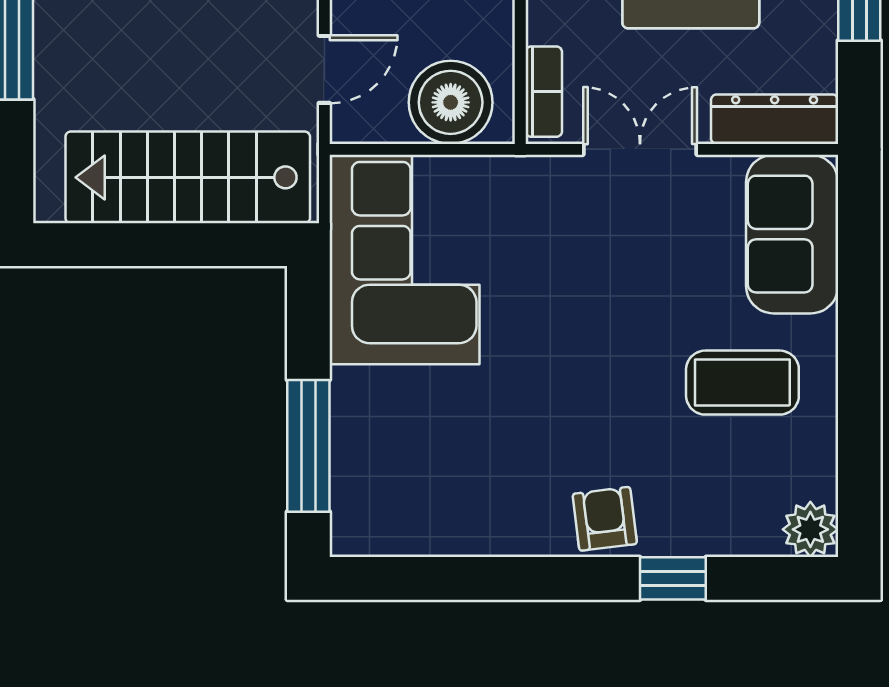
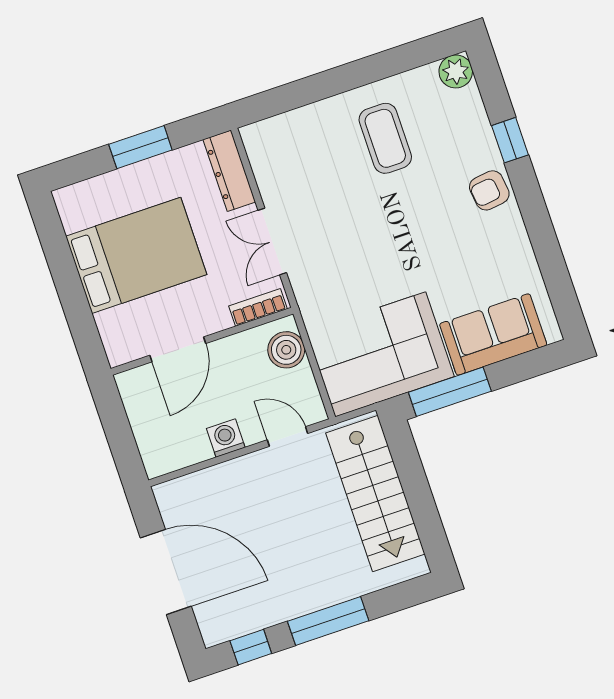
boiler: (451, 102) -> (286, 350), width x0.73, depth x0.73
sofa: (792, 234) -> (493, 334), moved, turned 180
window: (308, 446) -> (450, 392), moved

